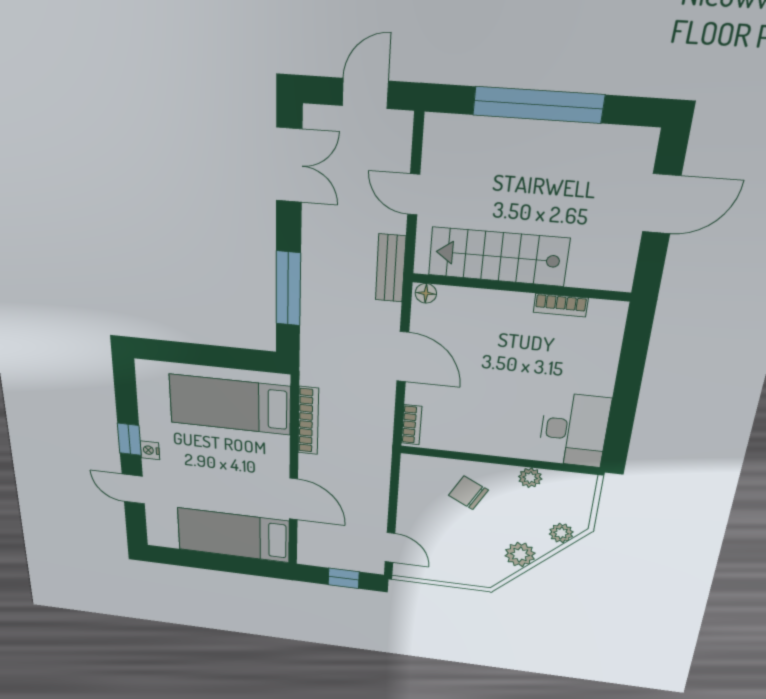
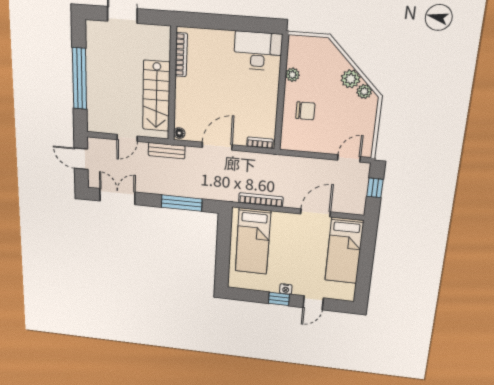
bookcase: (561, 305) -> (181, 55), width x1.56
chair: (468, 493) -> (305, 111), turned -118
plant: (561, 533) -> (364, 91), moved

